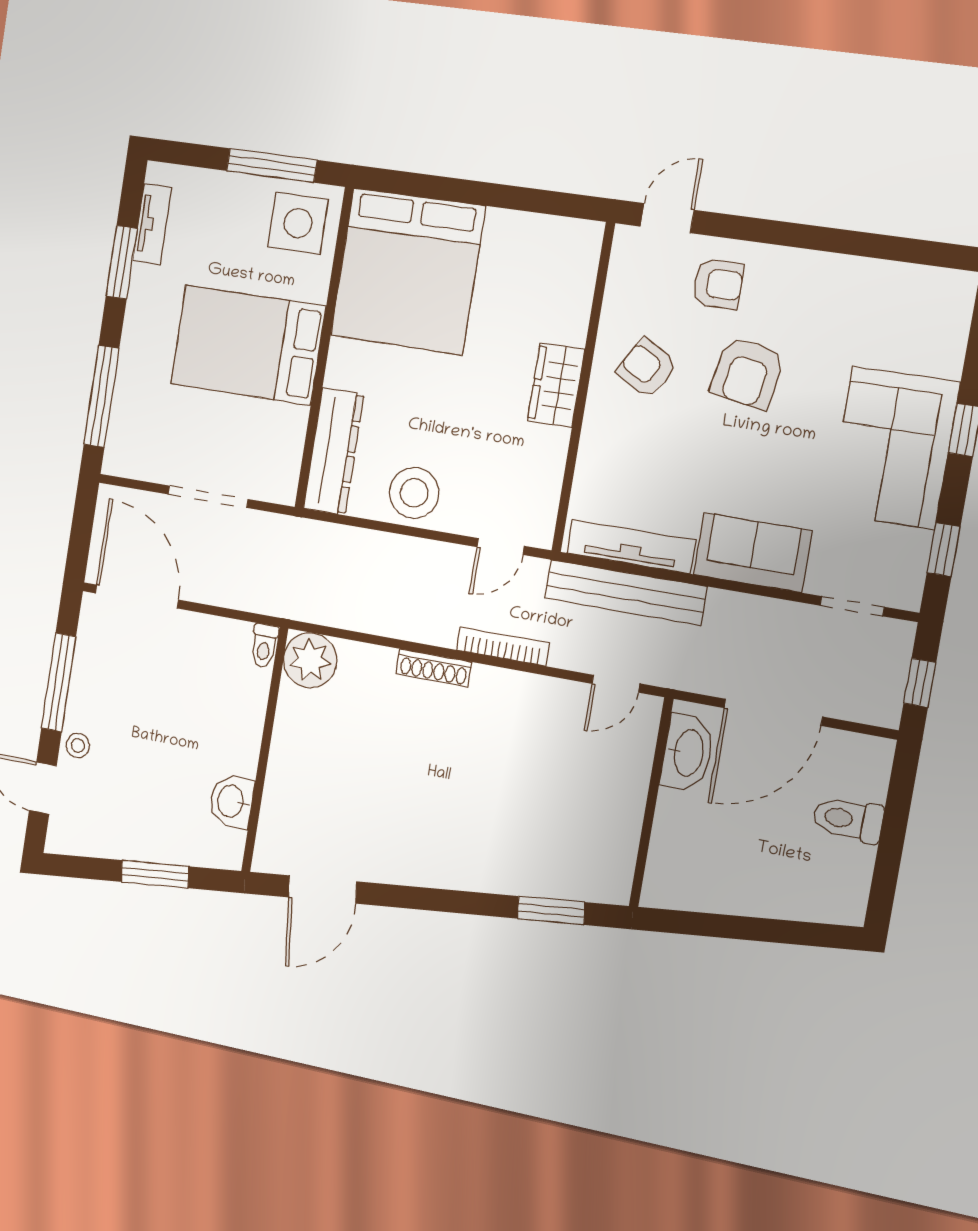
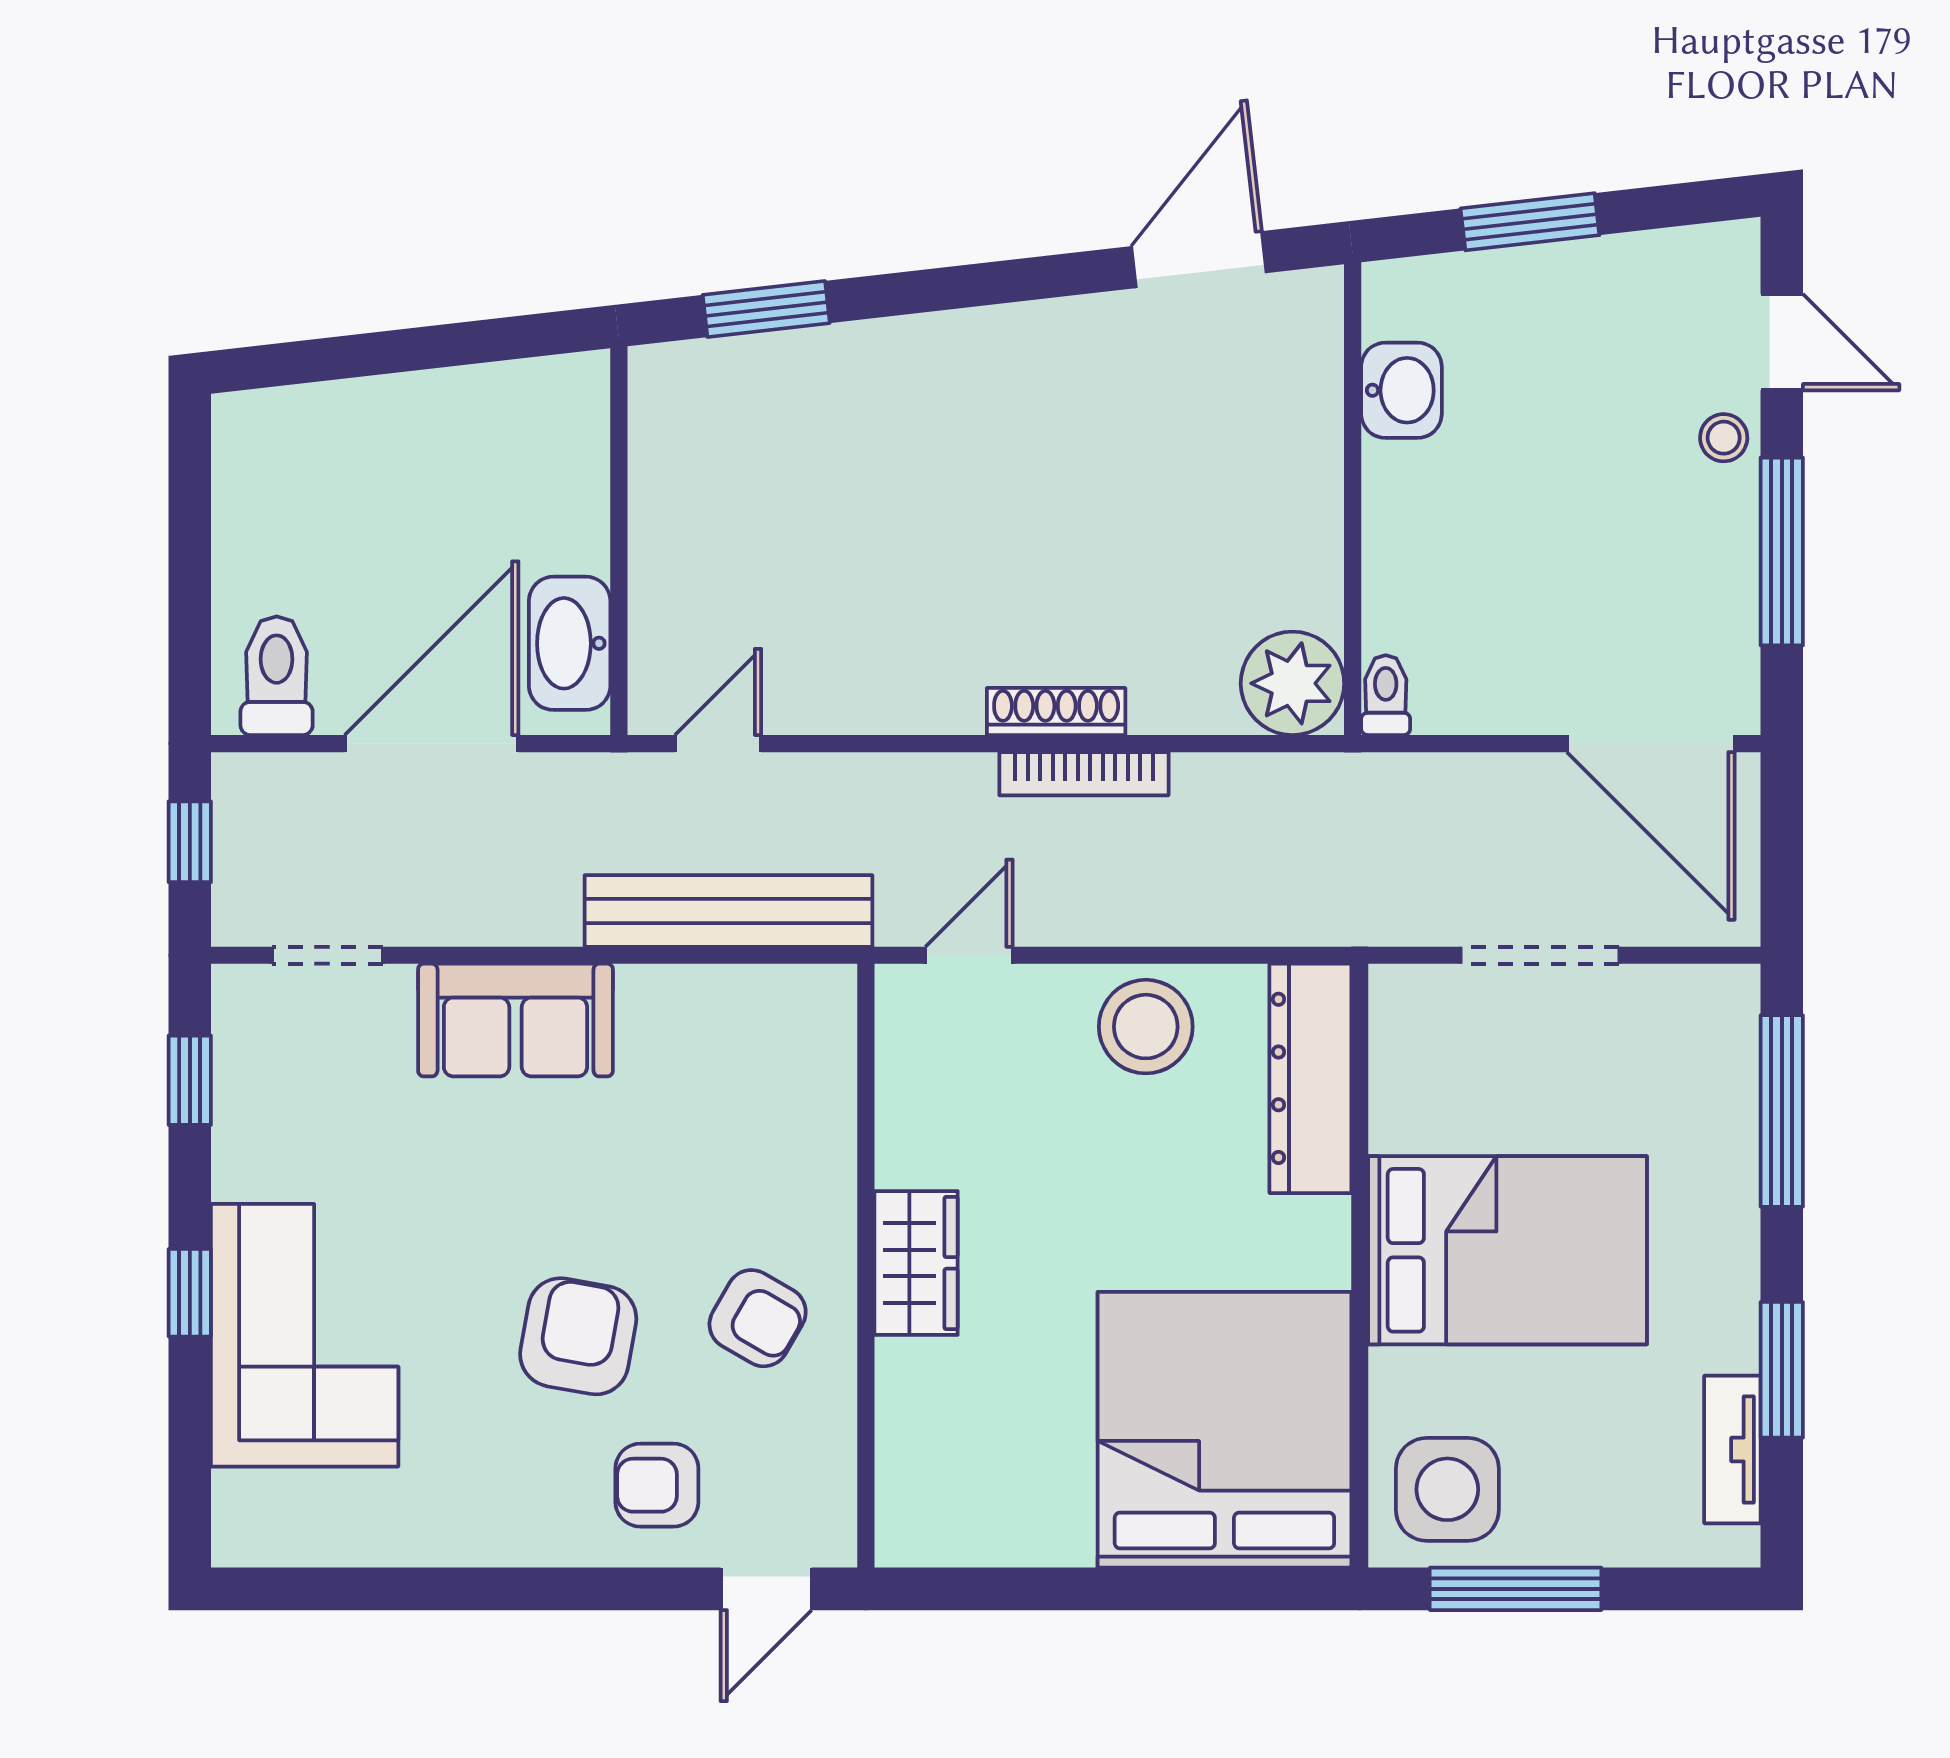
corner sofa: (894, 448) -> (305, 1335), moved
tv unit: (631, 547) -> (732, 995), removed
bookcase: (503, 647) -> (1084, 774), moved
toilet: (848, 819) -> (277, 676), moved, turned -90

